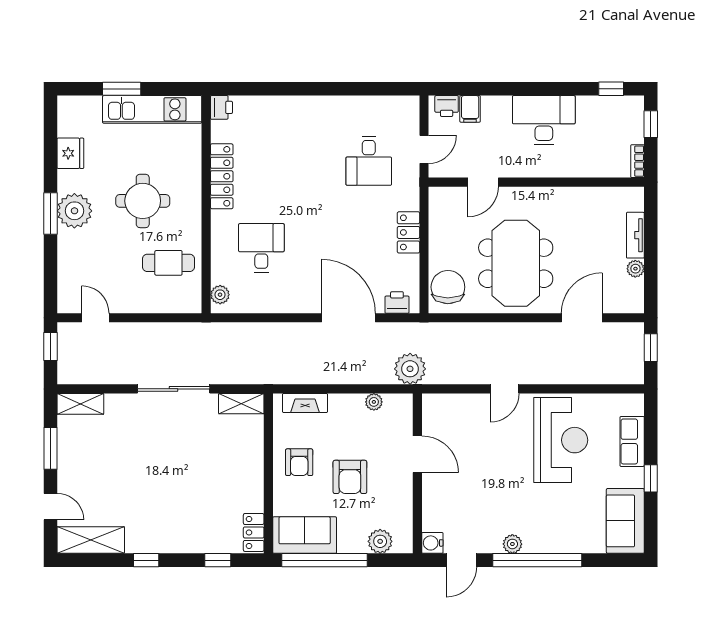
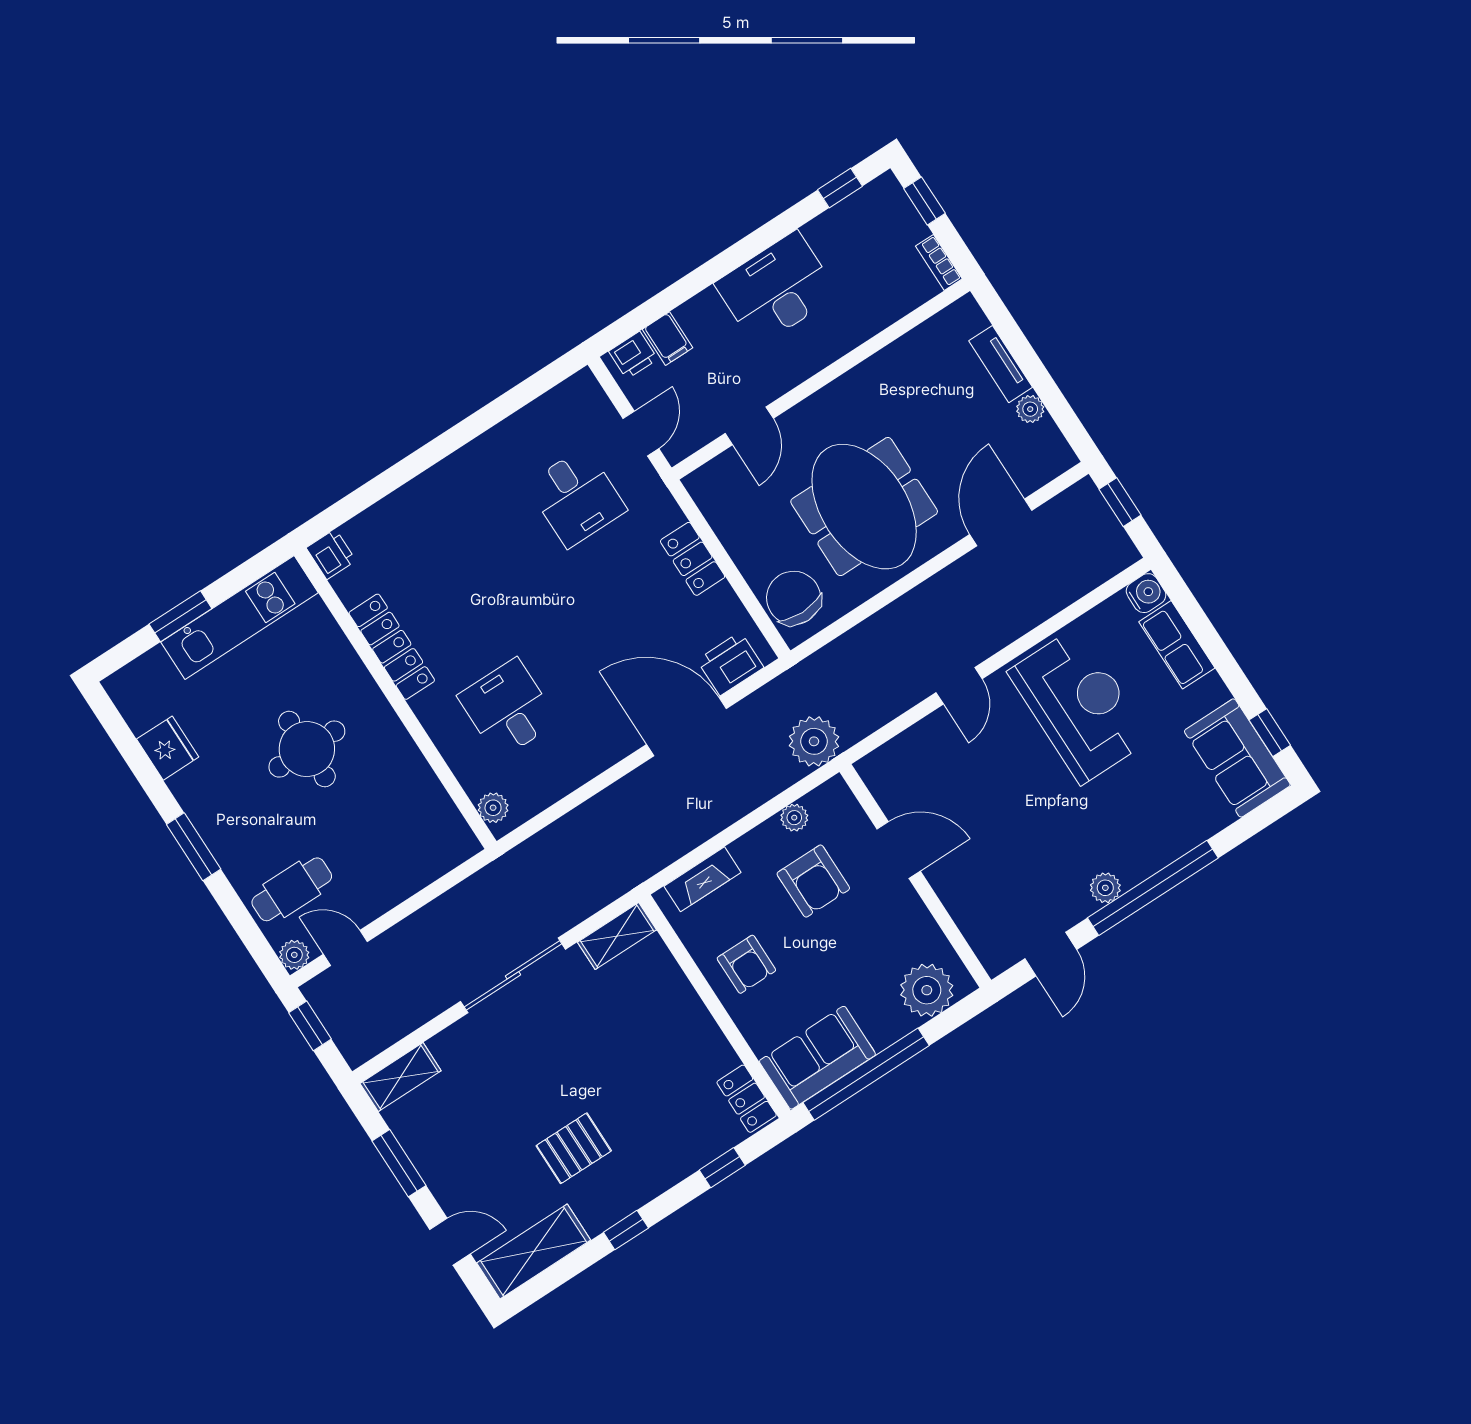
plant: (74, 211) -> (294, 955), moved, width x0.53, depth x0.53
cafe table: (168, 263) -> (292, 889), moved
printer: (397, 302) -> (730, 664), width x1.36, depth x1.24
armchair: (350, 477) -> (813, 881), moved
window: (651, 478) -> (1270, 733), moved
pallet: (147, 500) -> (574, 1148), added
plant: (380, 541) -> (927, 990), width x1.36, depth x1.36
water cooler: (432, 543) -> (1146, 593), moved, turned 180

